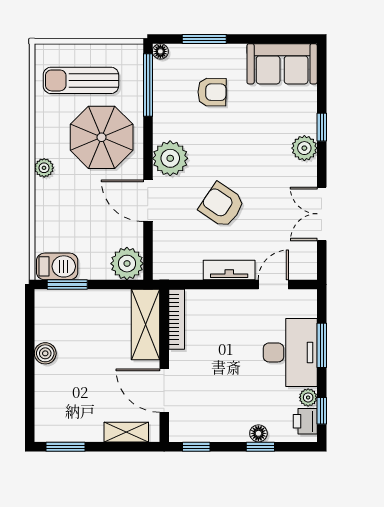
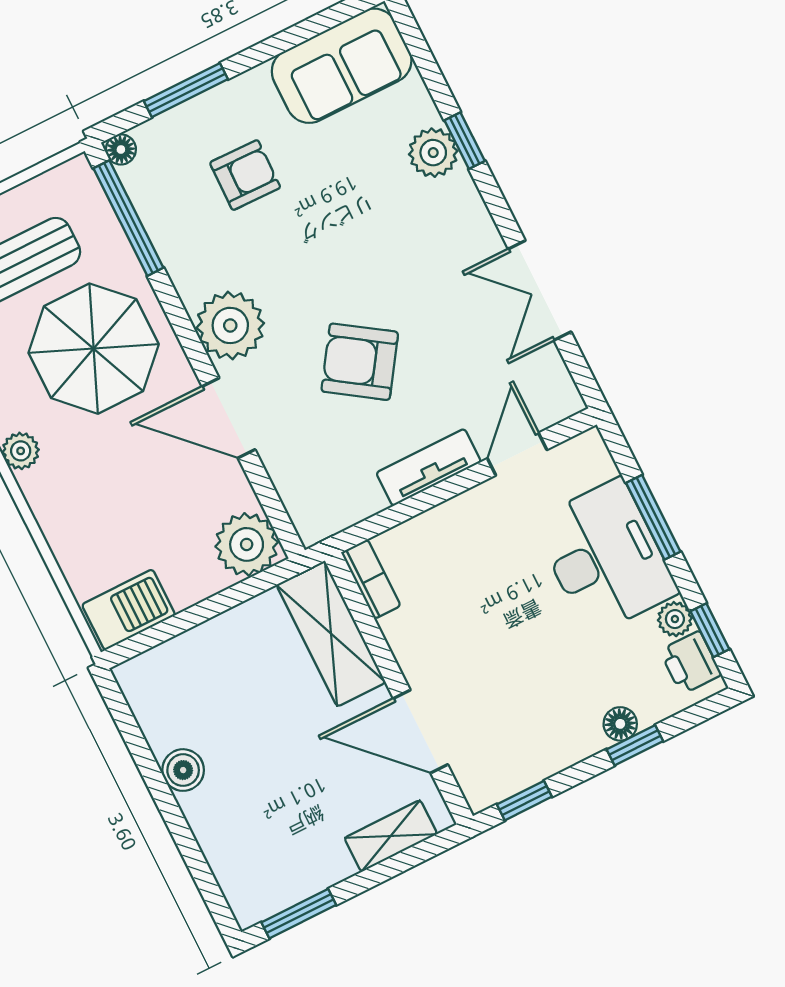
plant: (304, 148) -> (433, 153), moved
window: (67, 285) -> (162, 632), removed
bookcase: (177, 319) -> (371, 579), width x0.64

